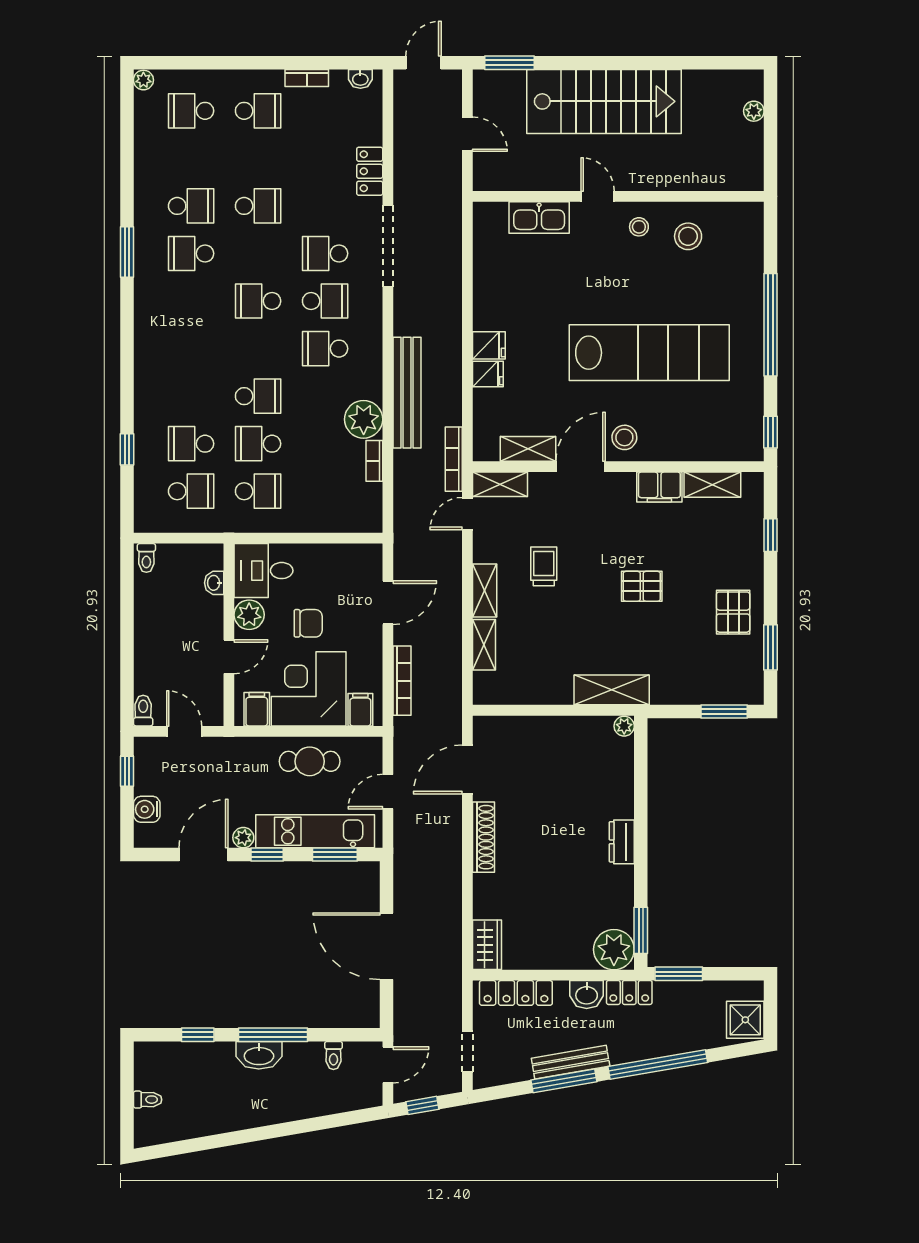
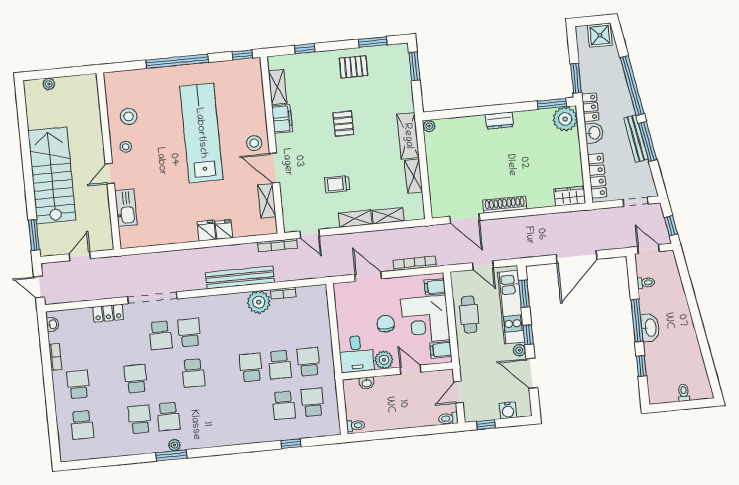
plant: (143, 80) -> (174, 445), moved
school desk: (325, 349) -> (218, 330), removed
shelving: (500, 484) -> (414, 176), moved

